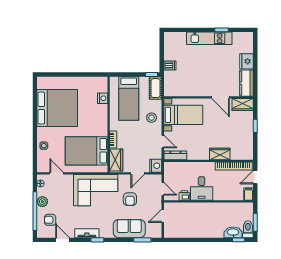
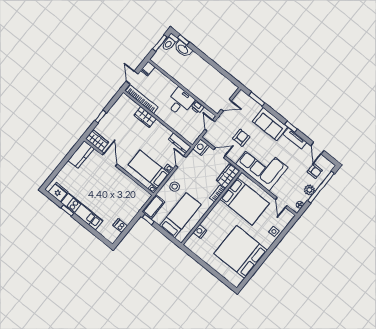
fridge: (246, 61) -> (58, 192), moved, turned -90
dishwasher: (170, 65) -> (120, 226), moved
door: (255, 177) -> (132, 78), swing flipped
sofa: (129, 229) -> (270, 124), moved

